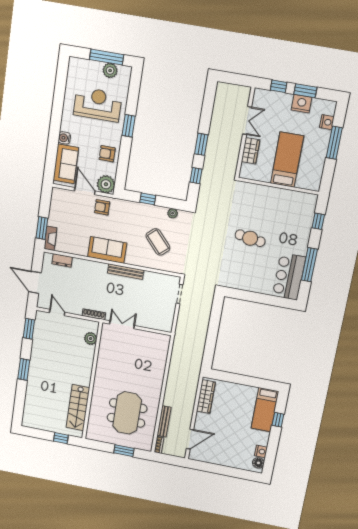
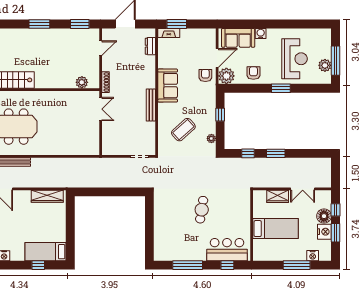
floor lamp: (283, 101) -> (324, 216), added
bar counter: (289, 276) -> (227, 250), moved

